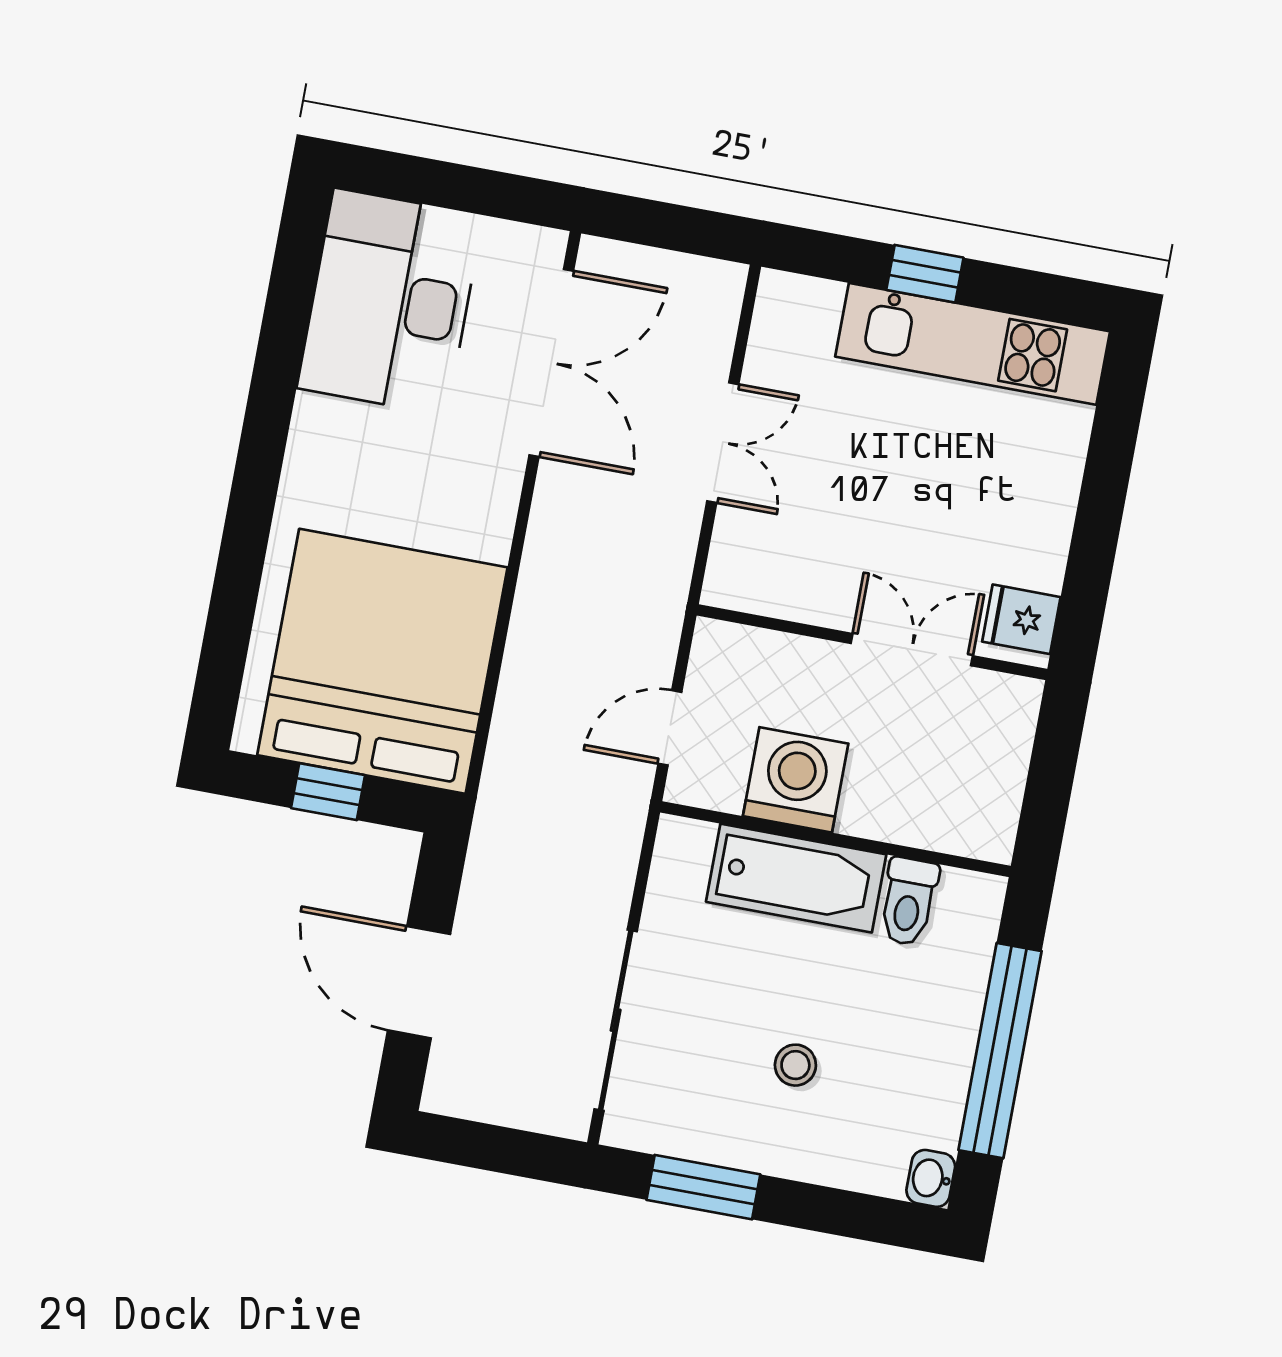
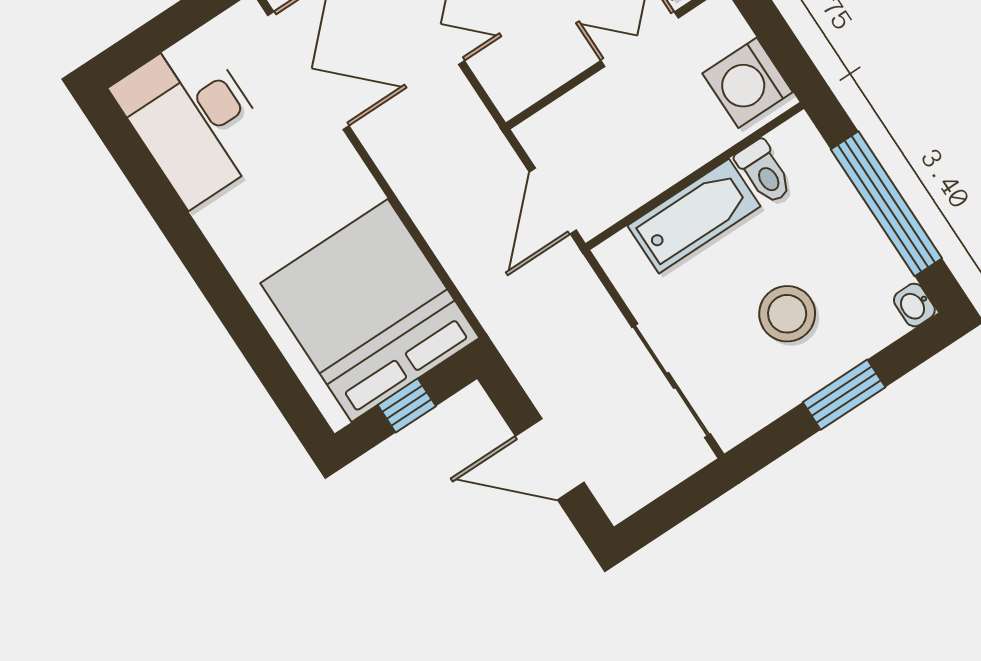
door: (670, 728) -> (553, 201), width x1.37
washing machine: (796, 780) -> (748, 83), moved, turned -90
stool: (795, 1065) -> (787, 314), width x1.89, depth x1.89
window: (703, 1187) -> (844, 395), moved

